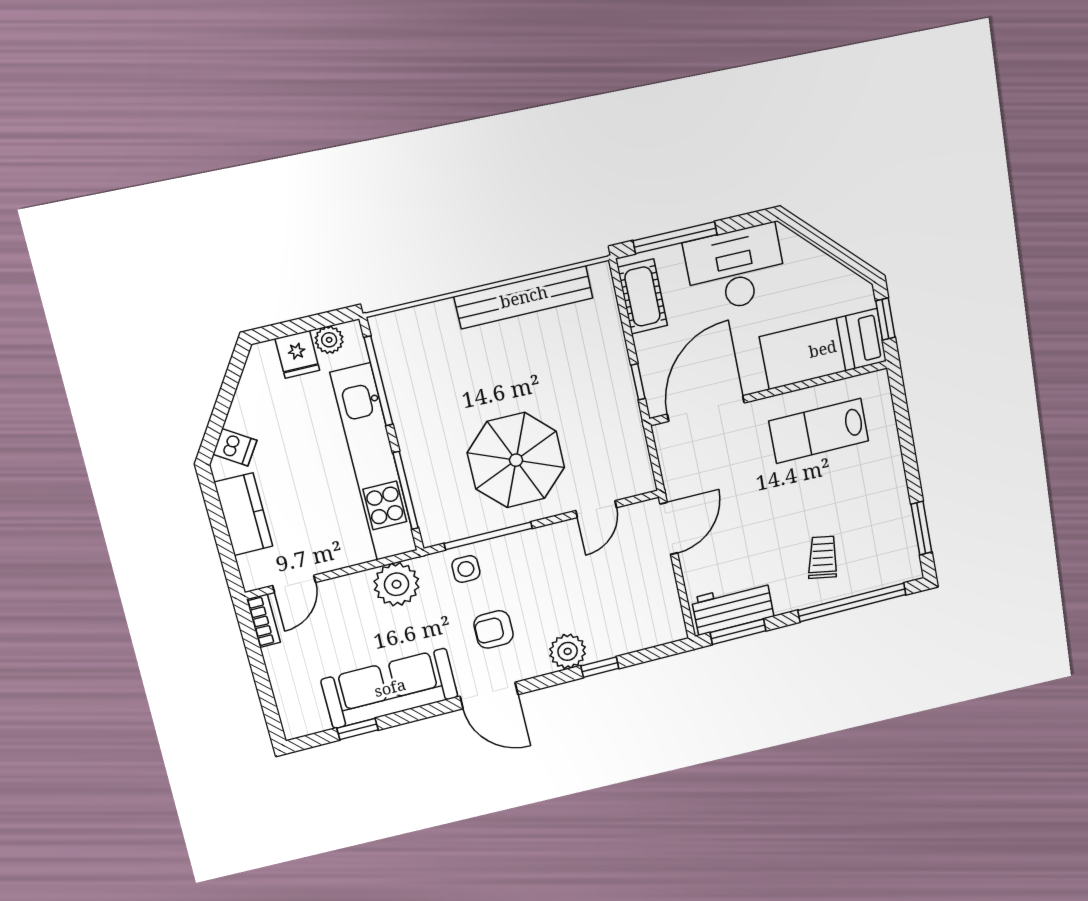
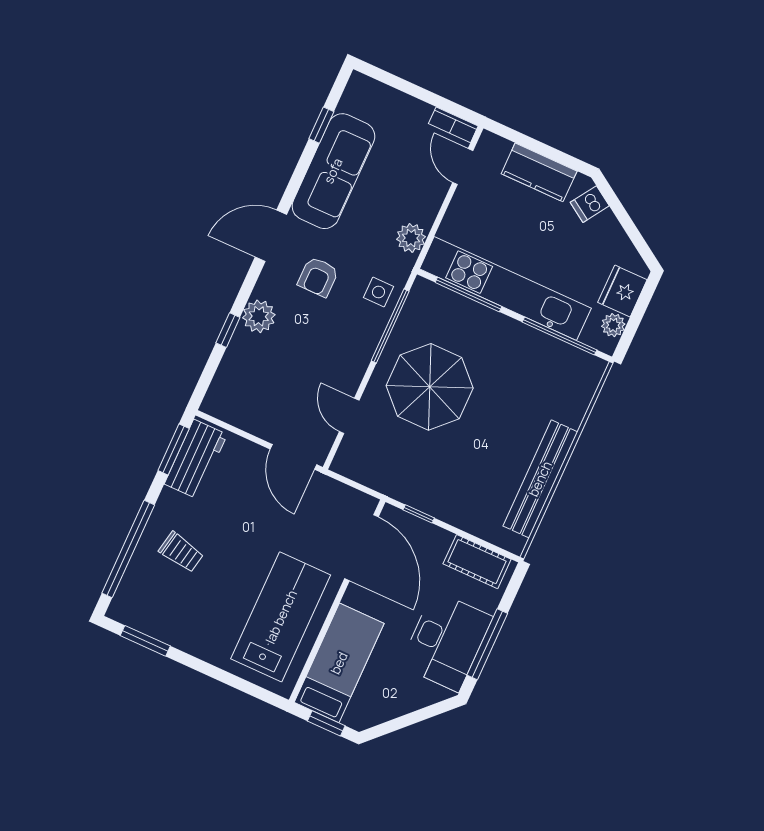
window: (675, 238) -> (487, 644), moved
fridge: (297, 354) -> (622, 291), width x1.38
lab bench: (819, 431) -> (281, 617), width x1.36, depth x1.39
plant: (397, 584) -> (411, 238), width x0.73, depth x0.73
armchair: (493, 629) -> (318, 277), turned 180

